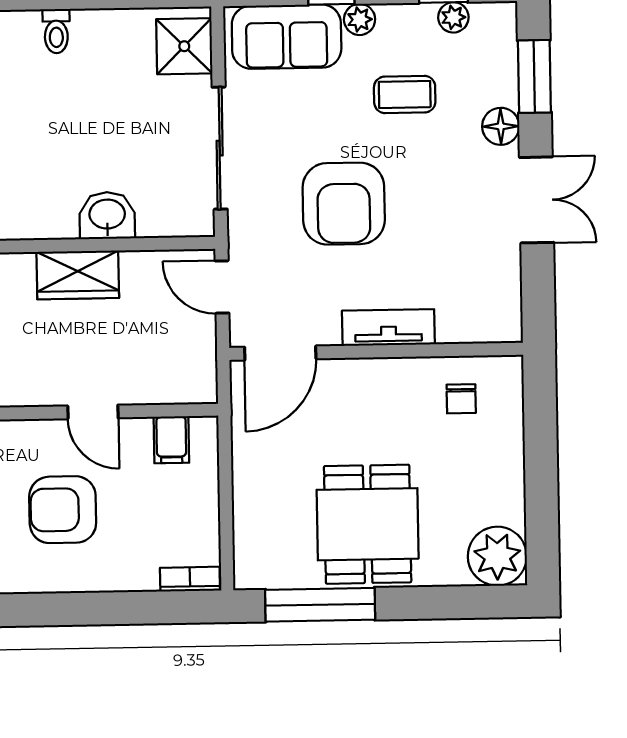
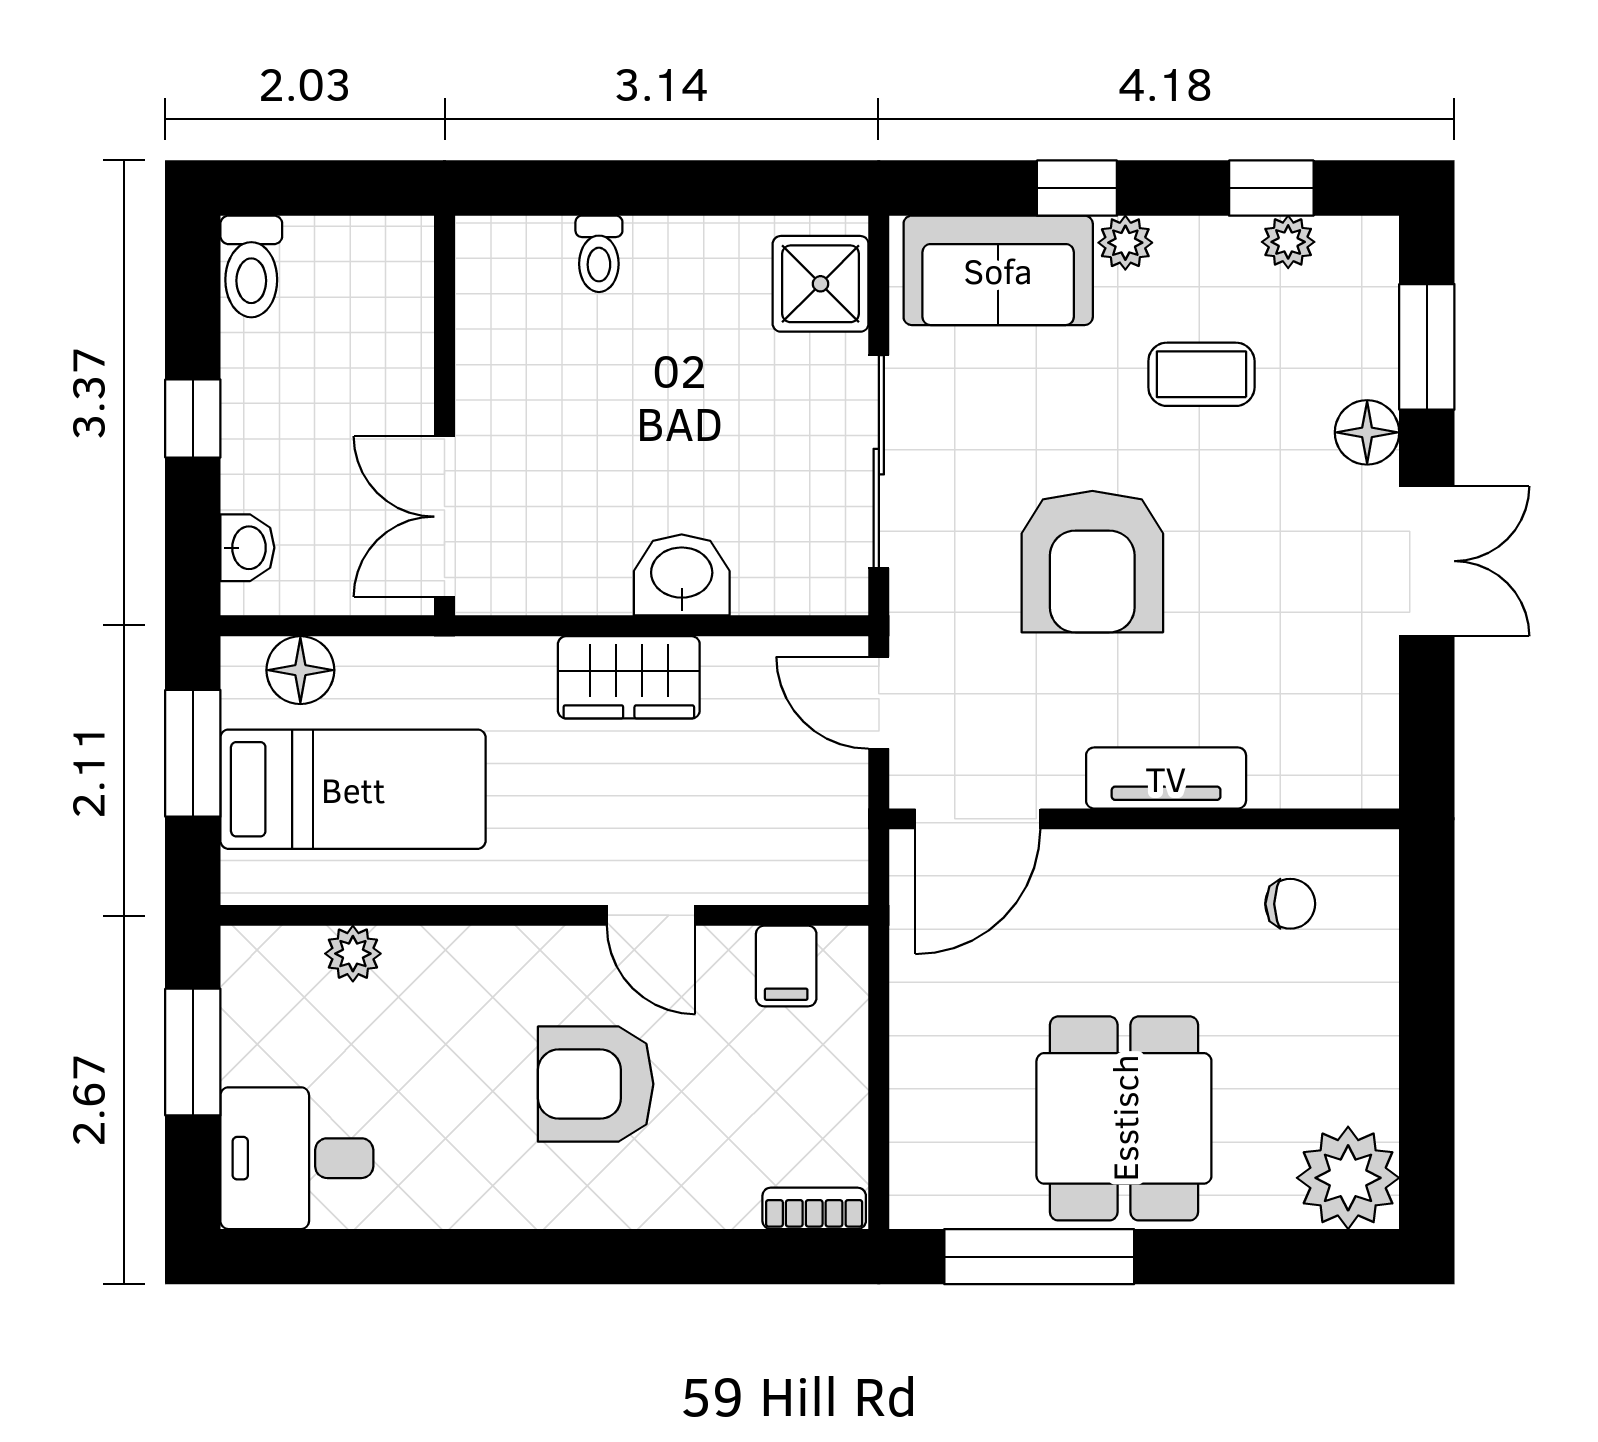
chair: (461, 399) -> (1290, 904), turned -90

